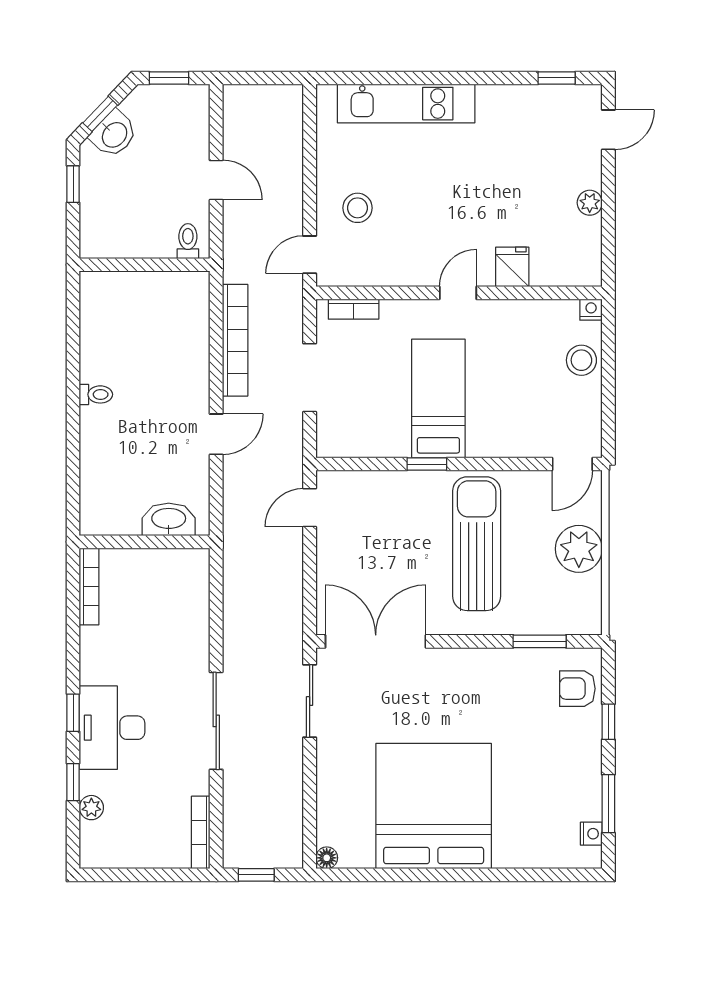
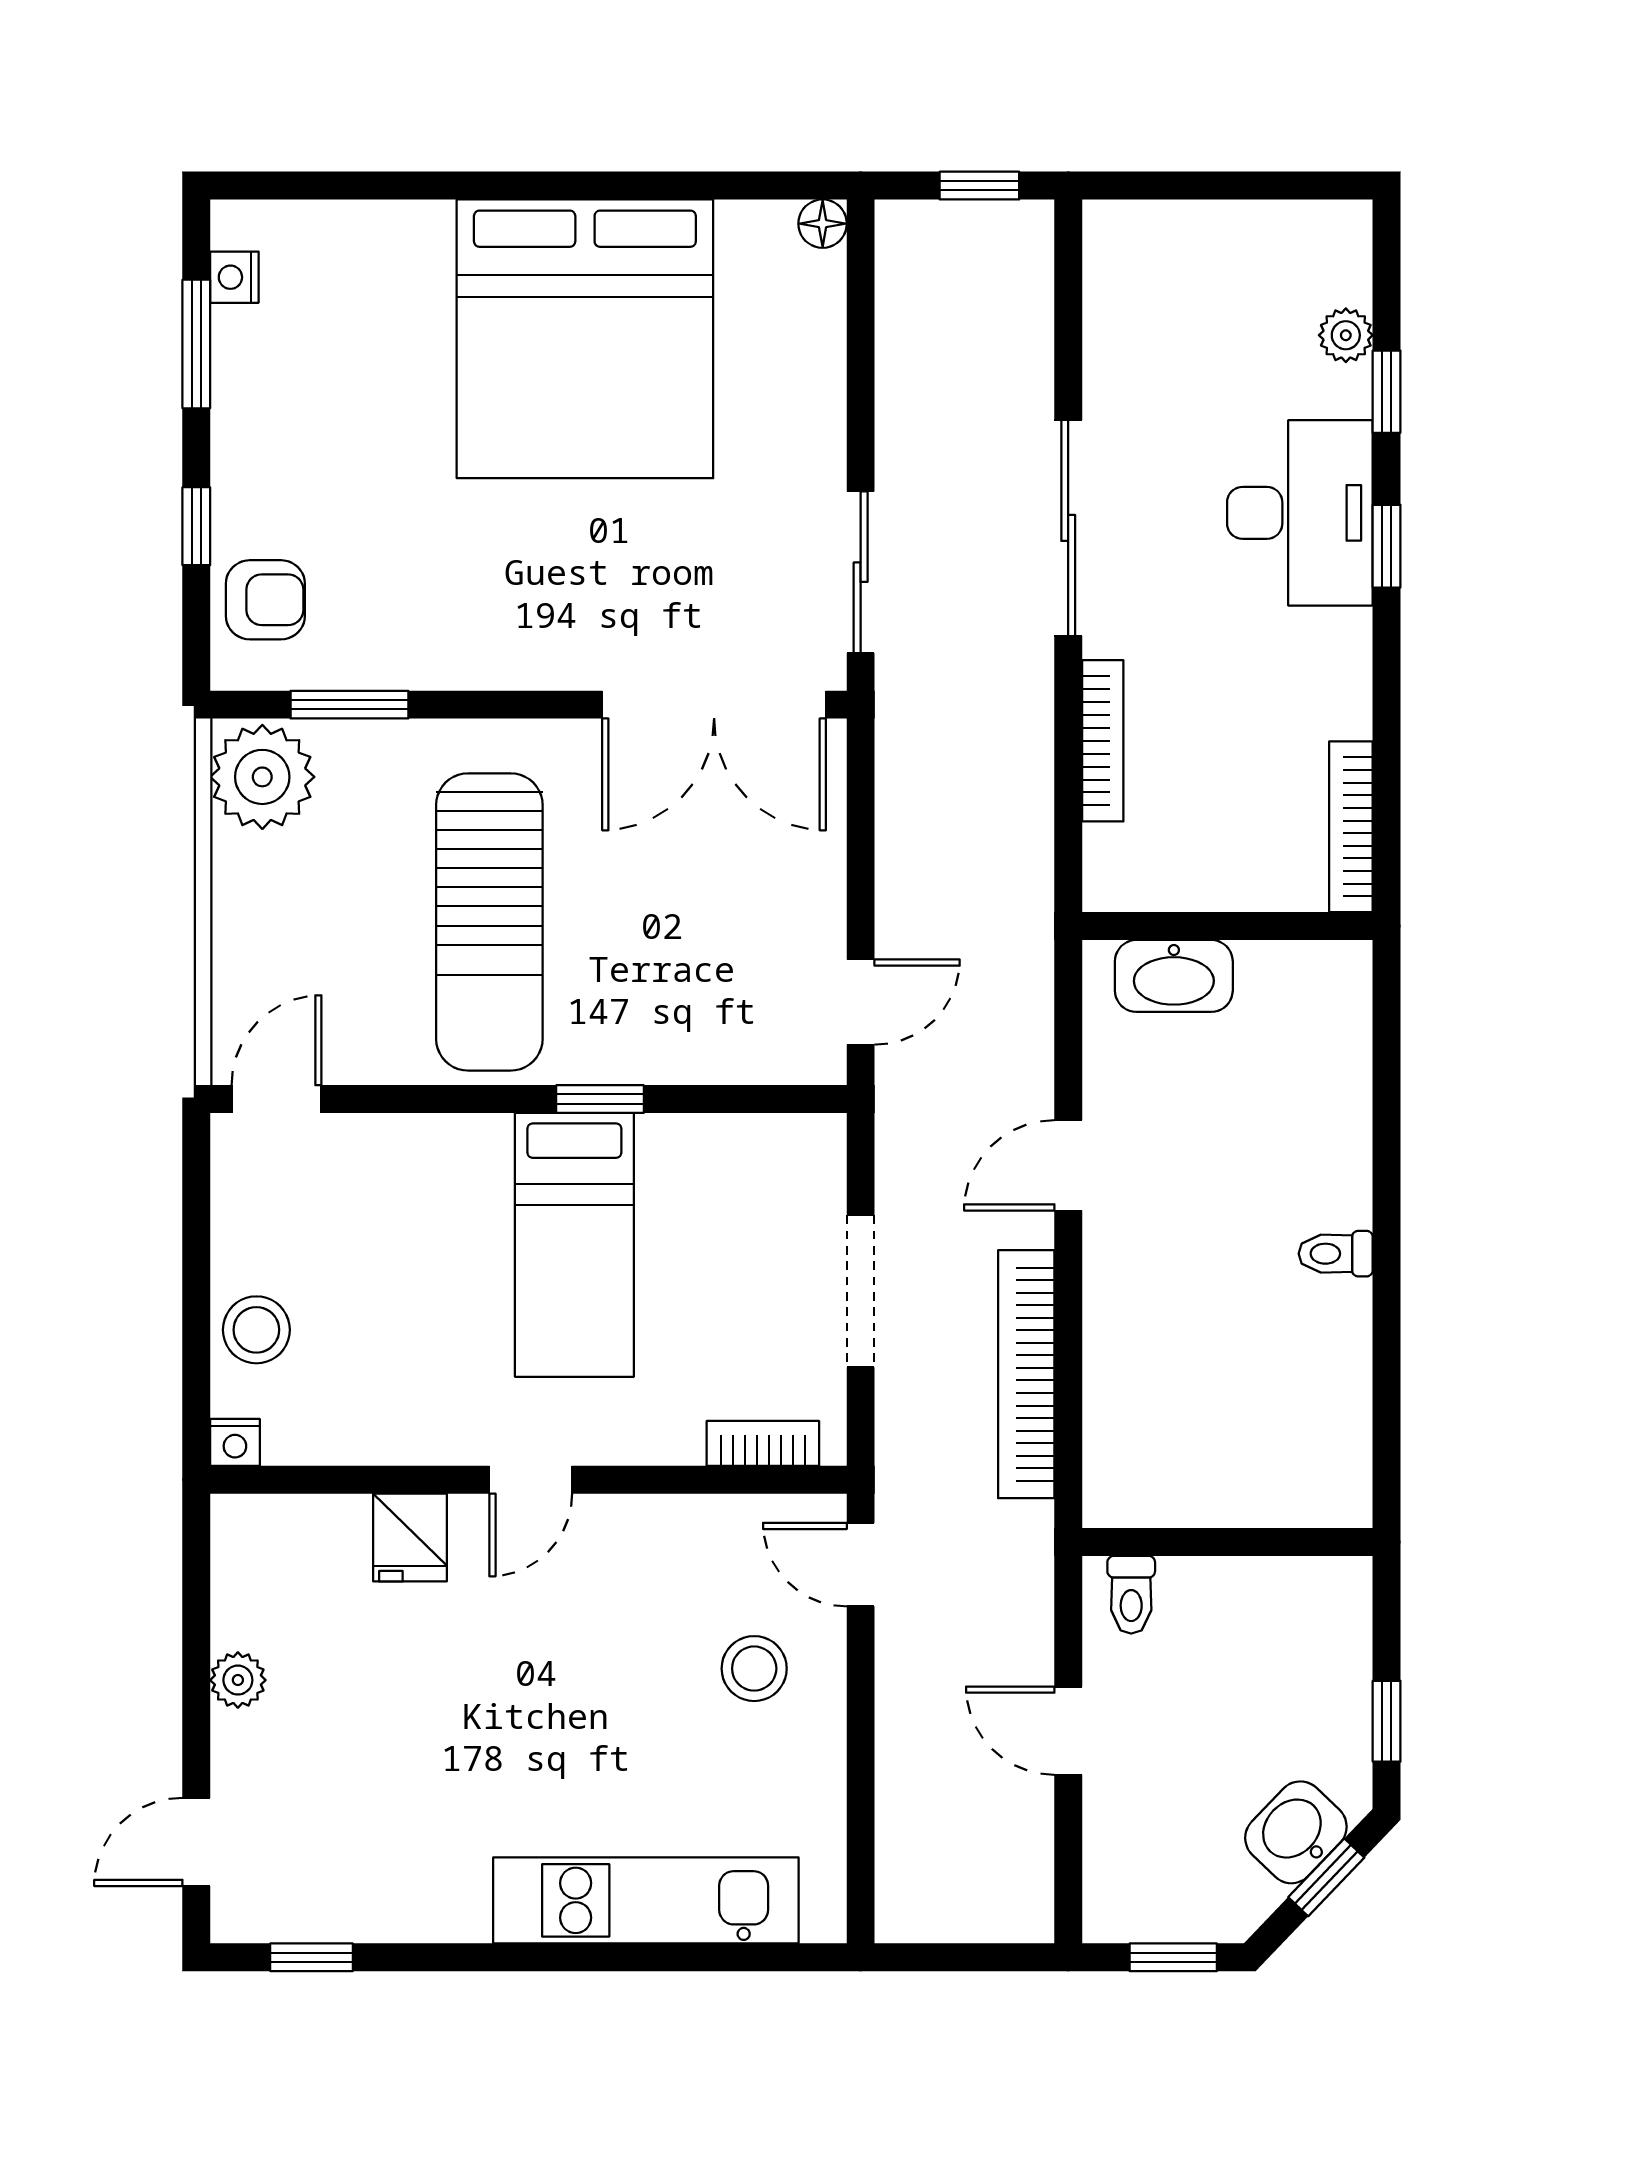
door: (310, 255) -> (861, 1565), swing flipped
plant: (579, 549) -> (262, 777), moved
bookcase: (201, 832) -> (1103, 741), moved

